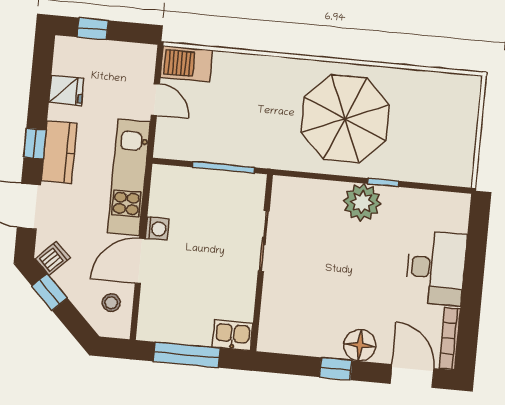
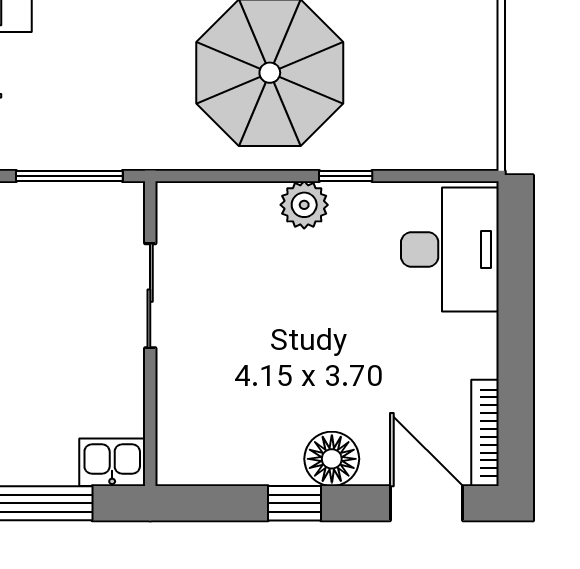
plant: (362, 202) -> (304, 205), width x0.73, depth x0.73
desk: (436, 268) -> (450, 250), moved

